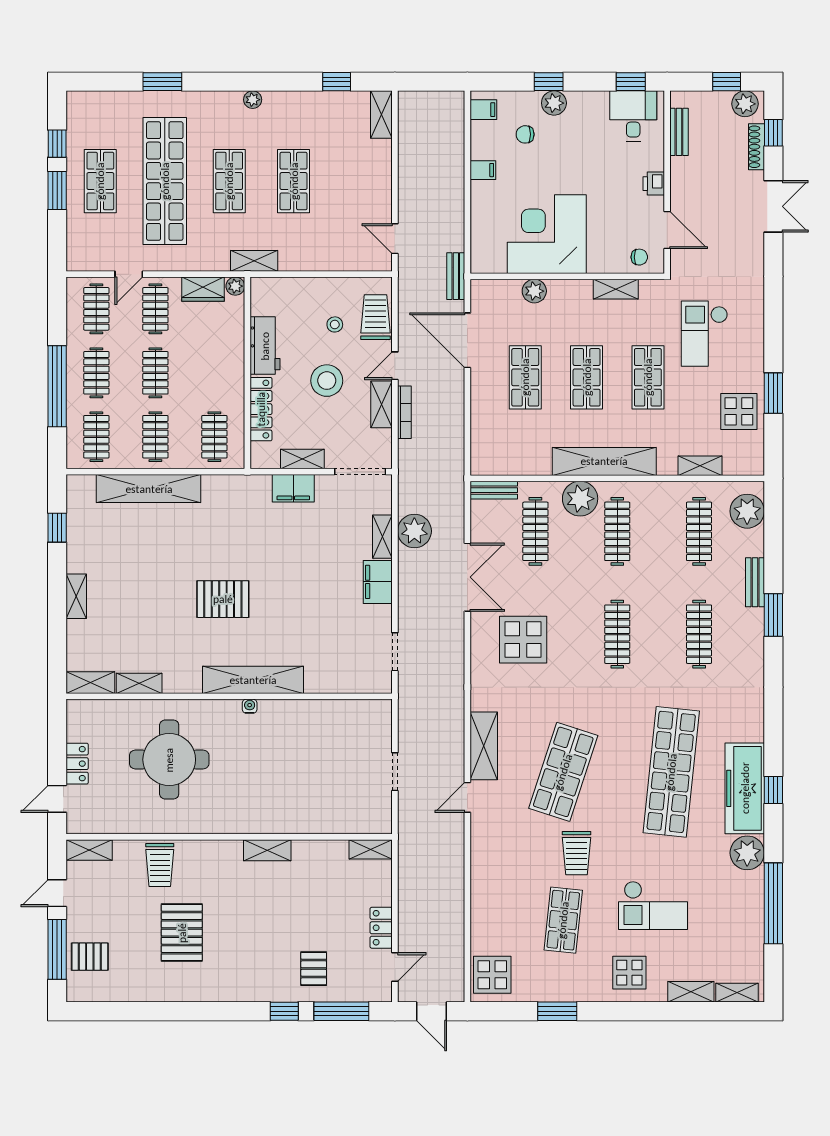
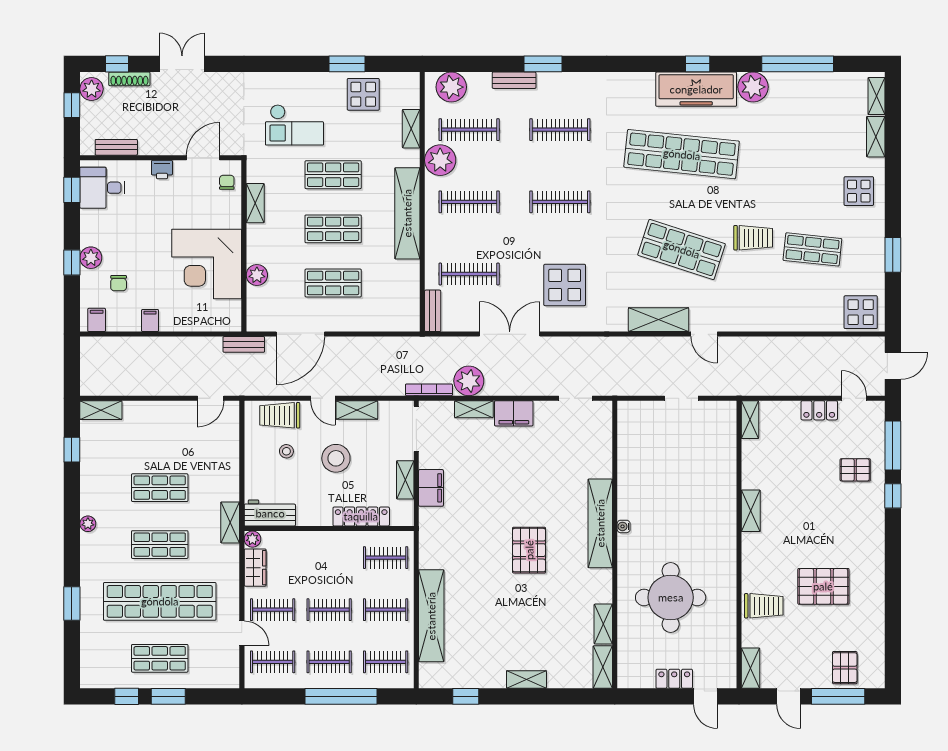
workbench: (265, 346) -> (270, 513), moved
bookcase: (404, 412) -> (429, 390), moved
plant: (580, 499) -> (440, 160), moved
checkout: (653, 905) -> (799, 170), removed

